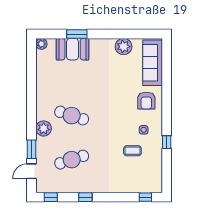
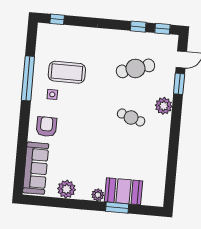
plant: (41, 44) -> (98, 195), moved
cafe table: (72, 116) -> (131, 117), width x0.73, depth x0.74
window: (167, 142) -> (28, 78), width x3.17
coffee table: (132, 151) -> (67, 72), width x1.86, depth x1.72
window: (85, 197) -> (138, 27), moved

